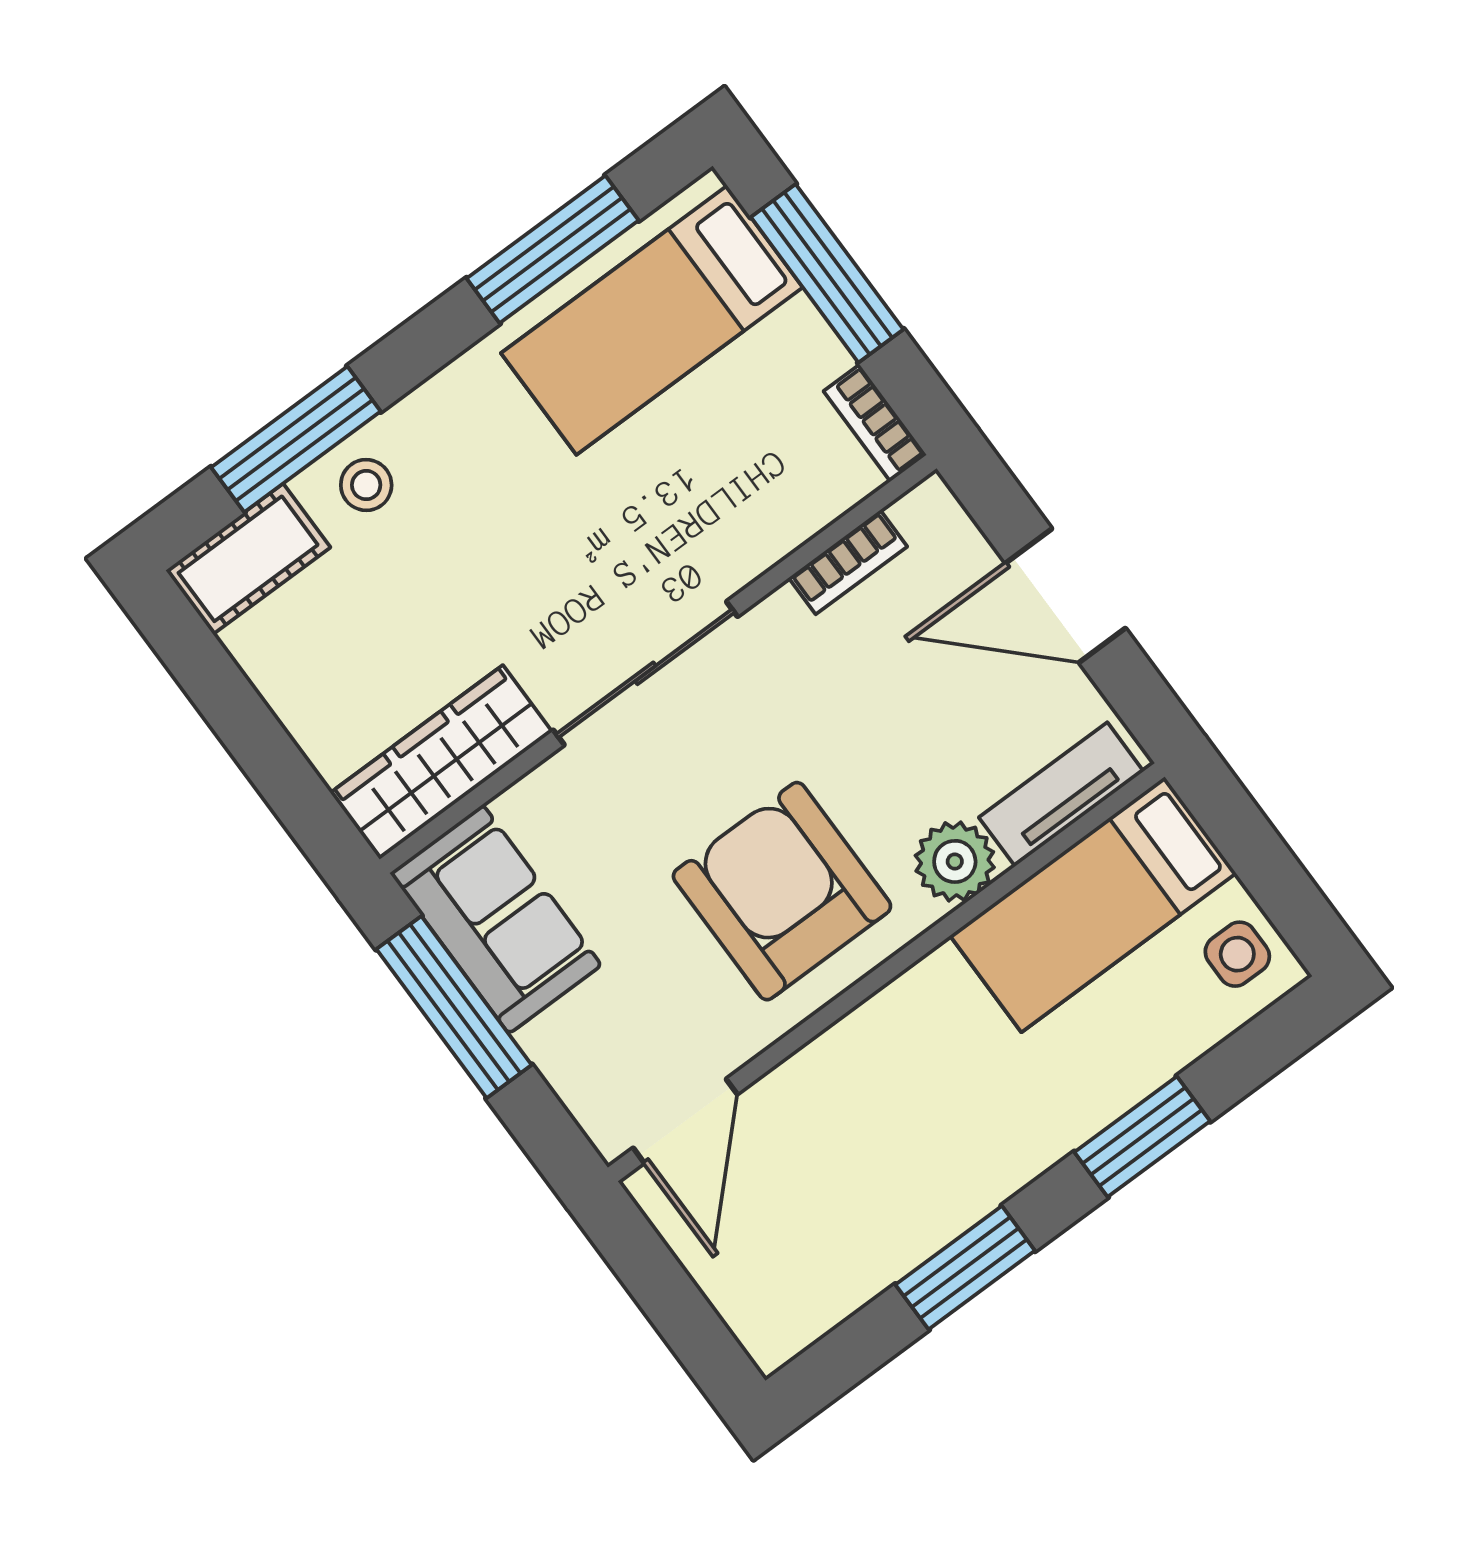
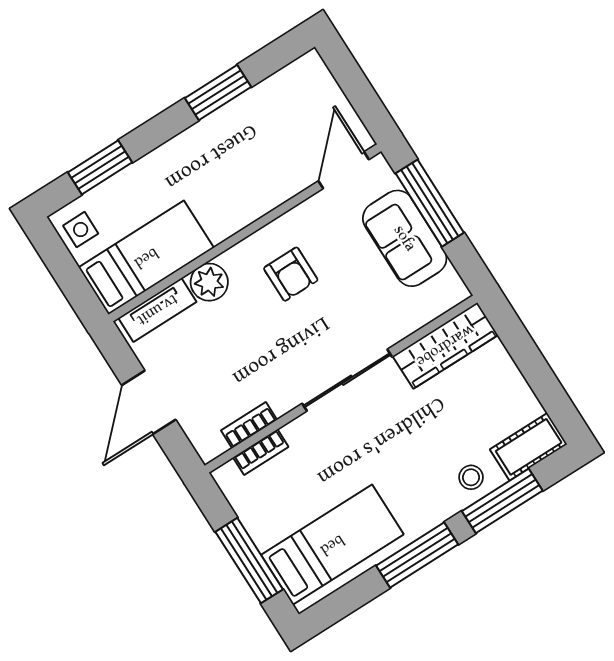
window: (553, 249) -> (417, 555), moved
bookcase: (875, 423) -> (261, 452), moved, turned 90
door: (1066, 596) -> (149, 402), swing flipped
armchair: (782, 891) -> (291, 274), width x0.53, depth x0.53
sofa: (496, 919) -> (405, 238), moved
window: (454, 1007) -> (430, 203), moved
window: (1142, 1137) -> (100, 167), moved

